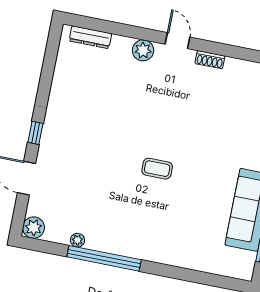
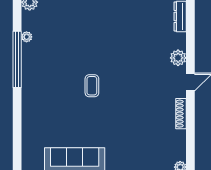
shoe rack: (210, 60) -> (181, 114), width x1.43

